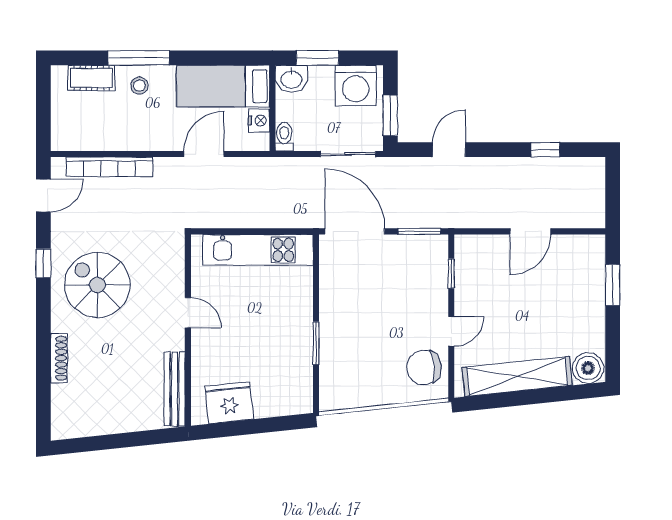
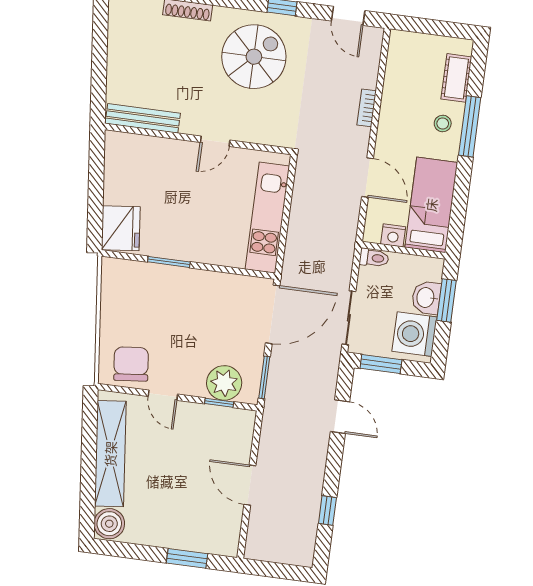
washbasin: (291, 79) -> (426, 298), moved
bookcase: (109, 167) -> (367, 108), width x0.43, depth x0.76
plant: (431, 271) -> (224, 383), added
fridge: (229, 403) -> (121, 228), moved

